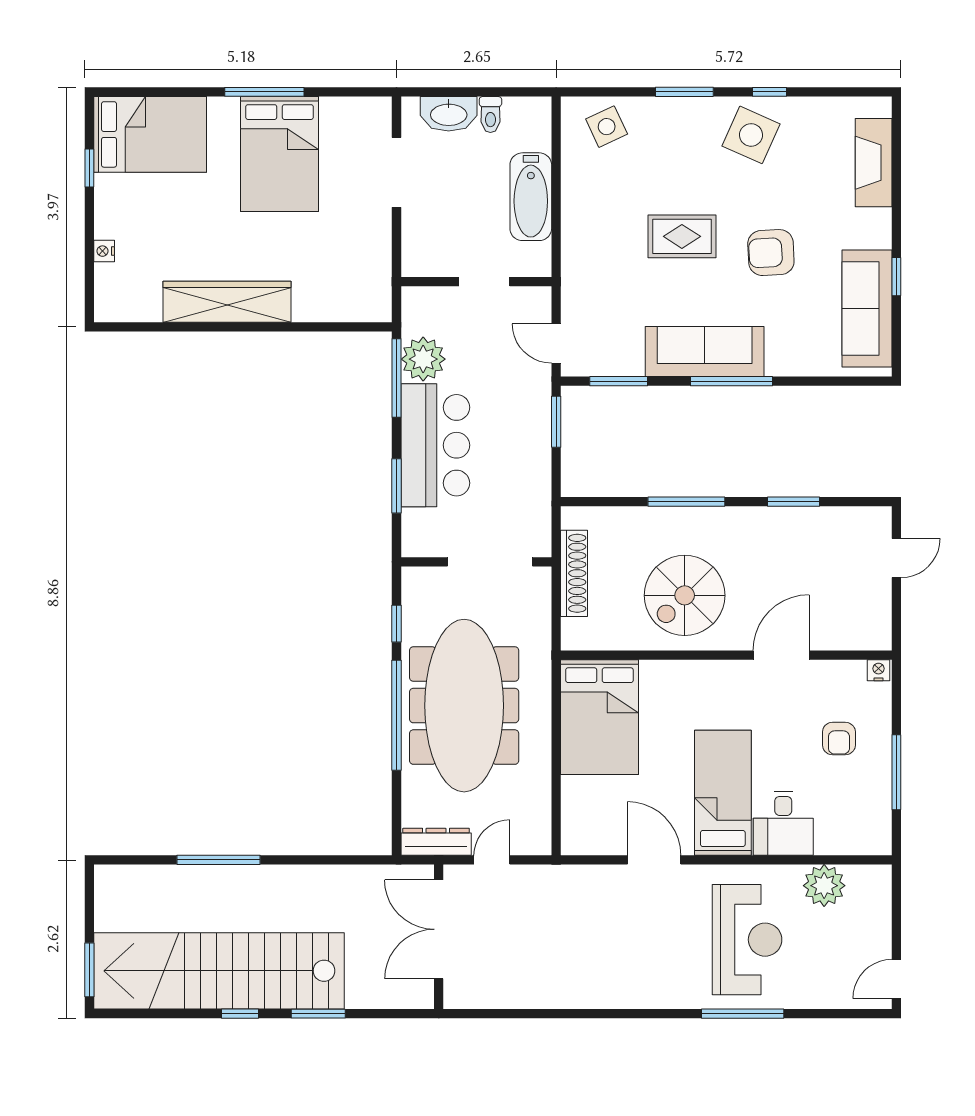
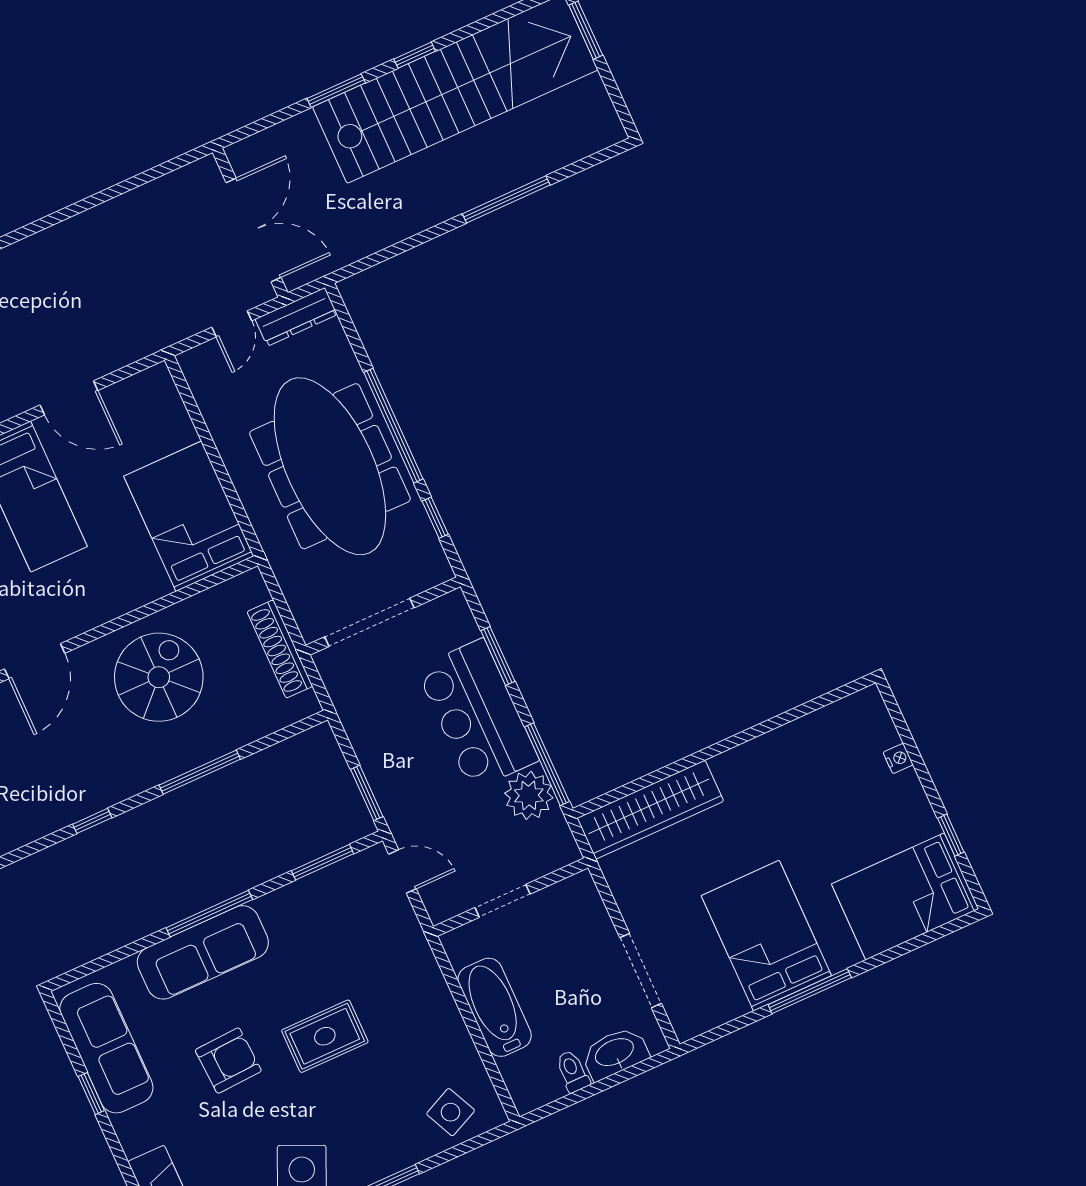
wardrobe: (227, 302) -> (650, 810), moved
sofa: (705, 351) -> (203, 952), moved
window: (793, 502) -> (92, 821), width x0.67

